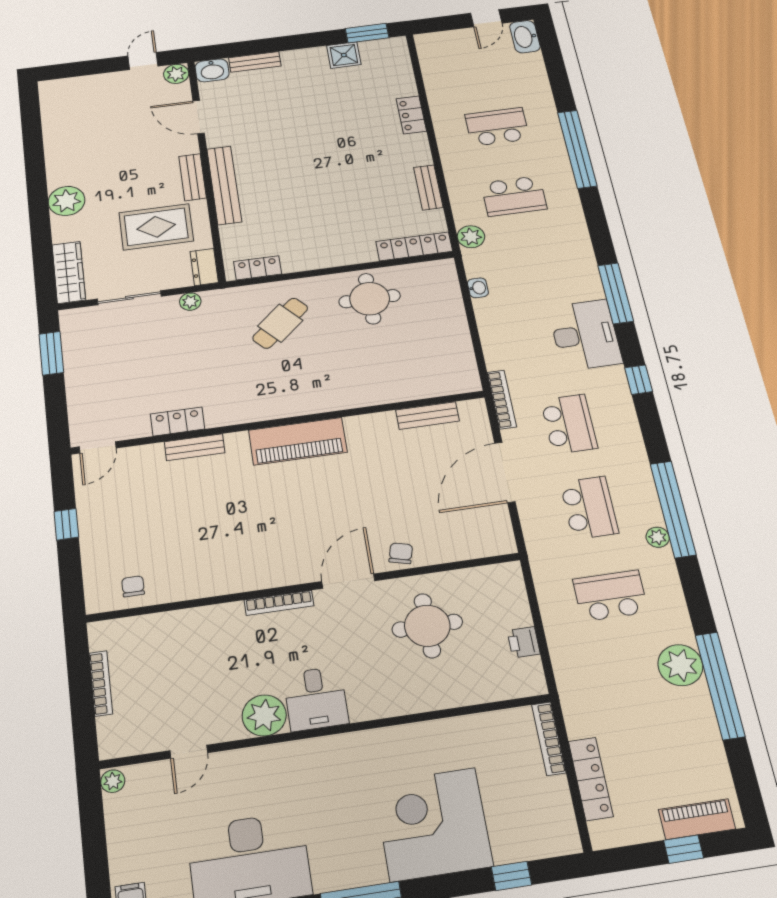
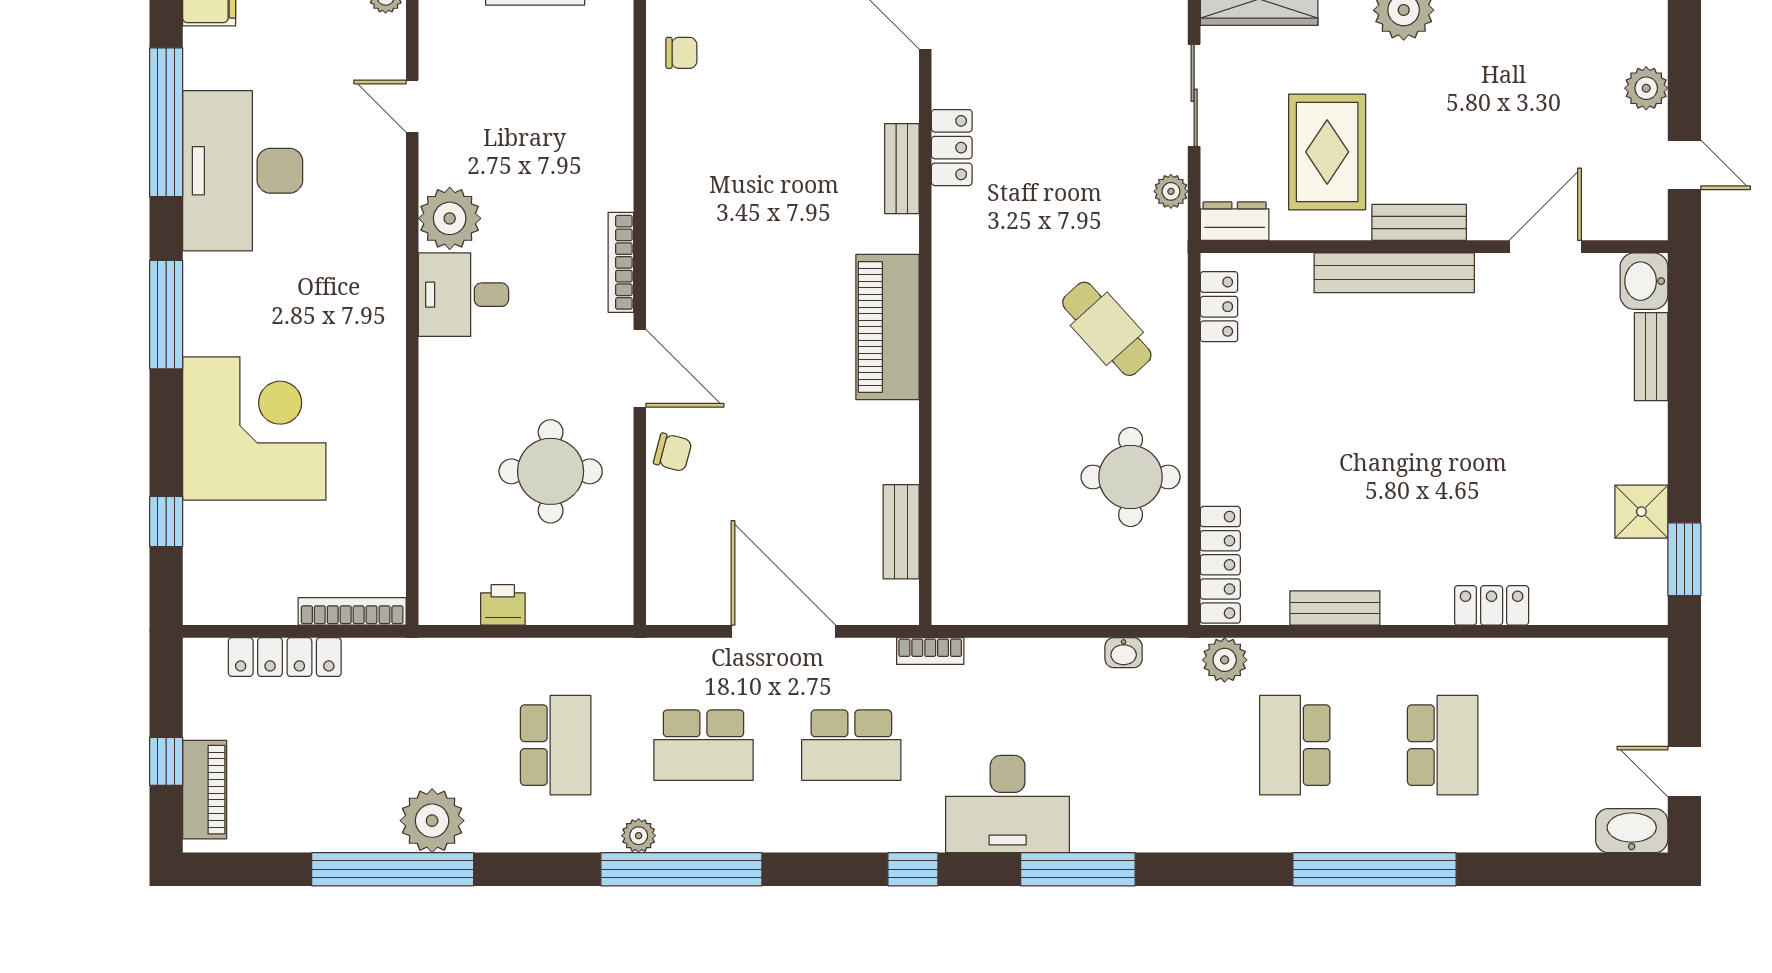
plant: (176, 74) -> (1646, 88), moved
bookcase: (502, 399) -> (930, 651), width x0.64

